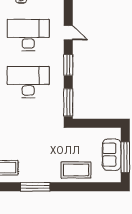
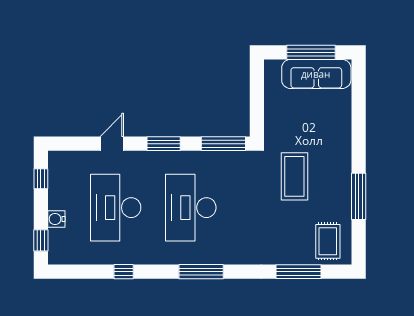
sofa: (112, 155) -> (316, 74), width x1.36
coffee table: (76, 170) -> (294, 176), moved

